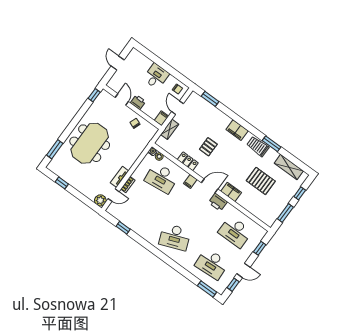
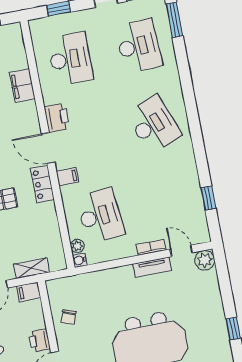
locker: (188, 161) -> (42, 184), moved
filing cabinet: (231, 192) -> (22, 86), moved

